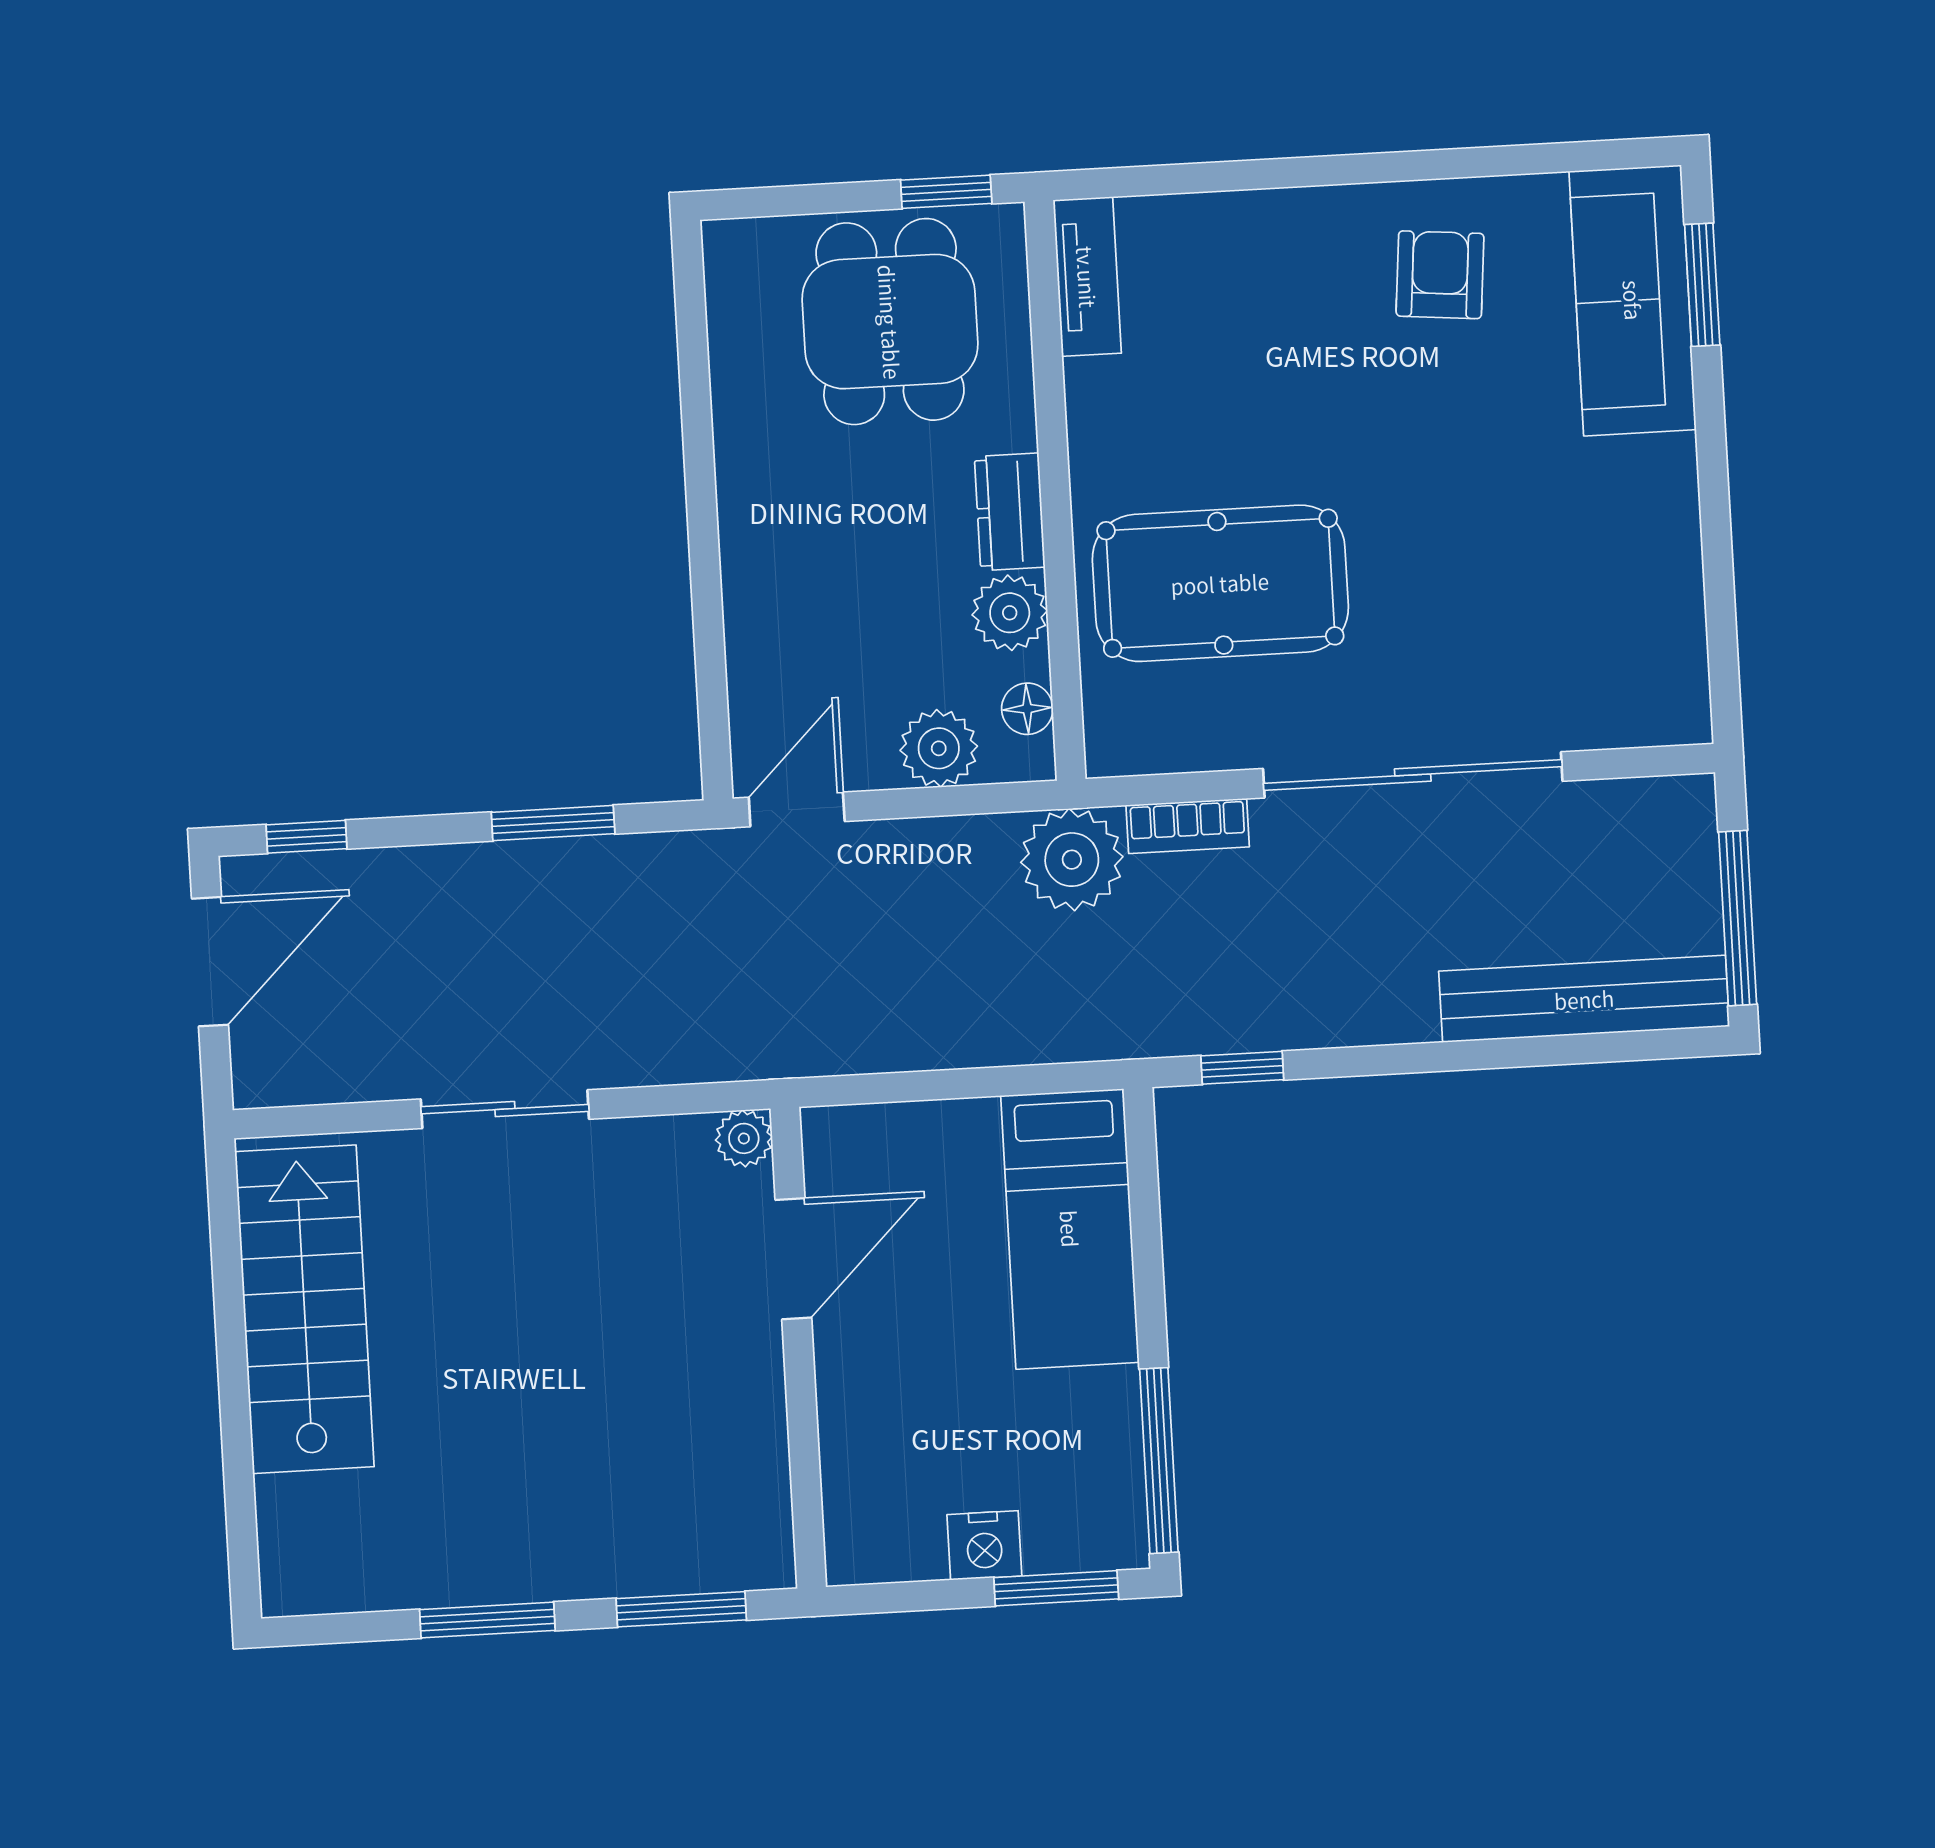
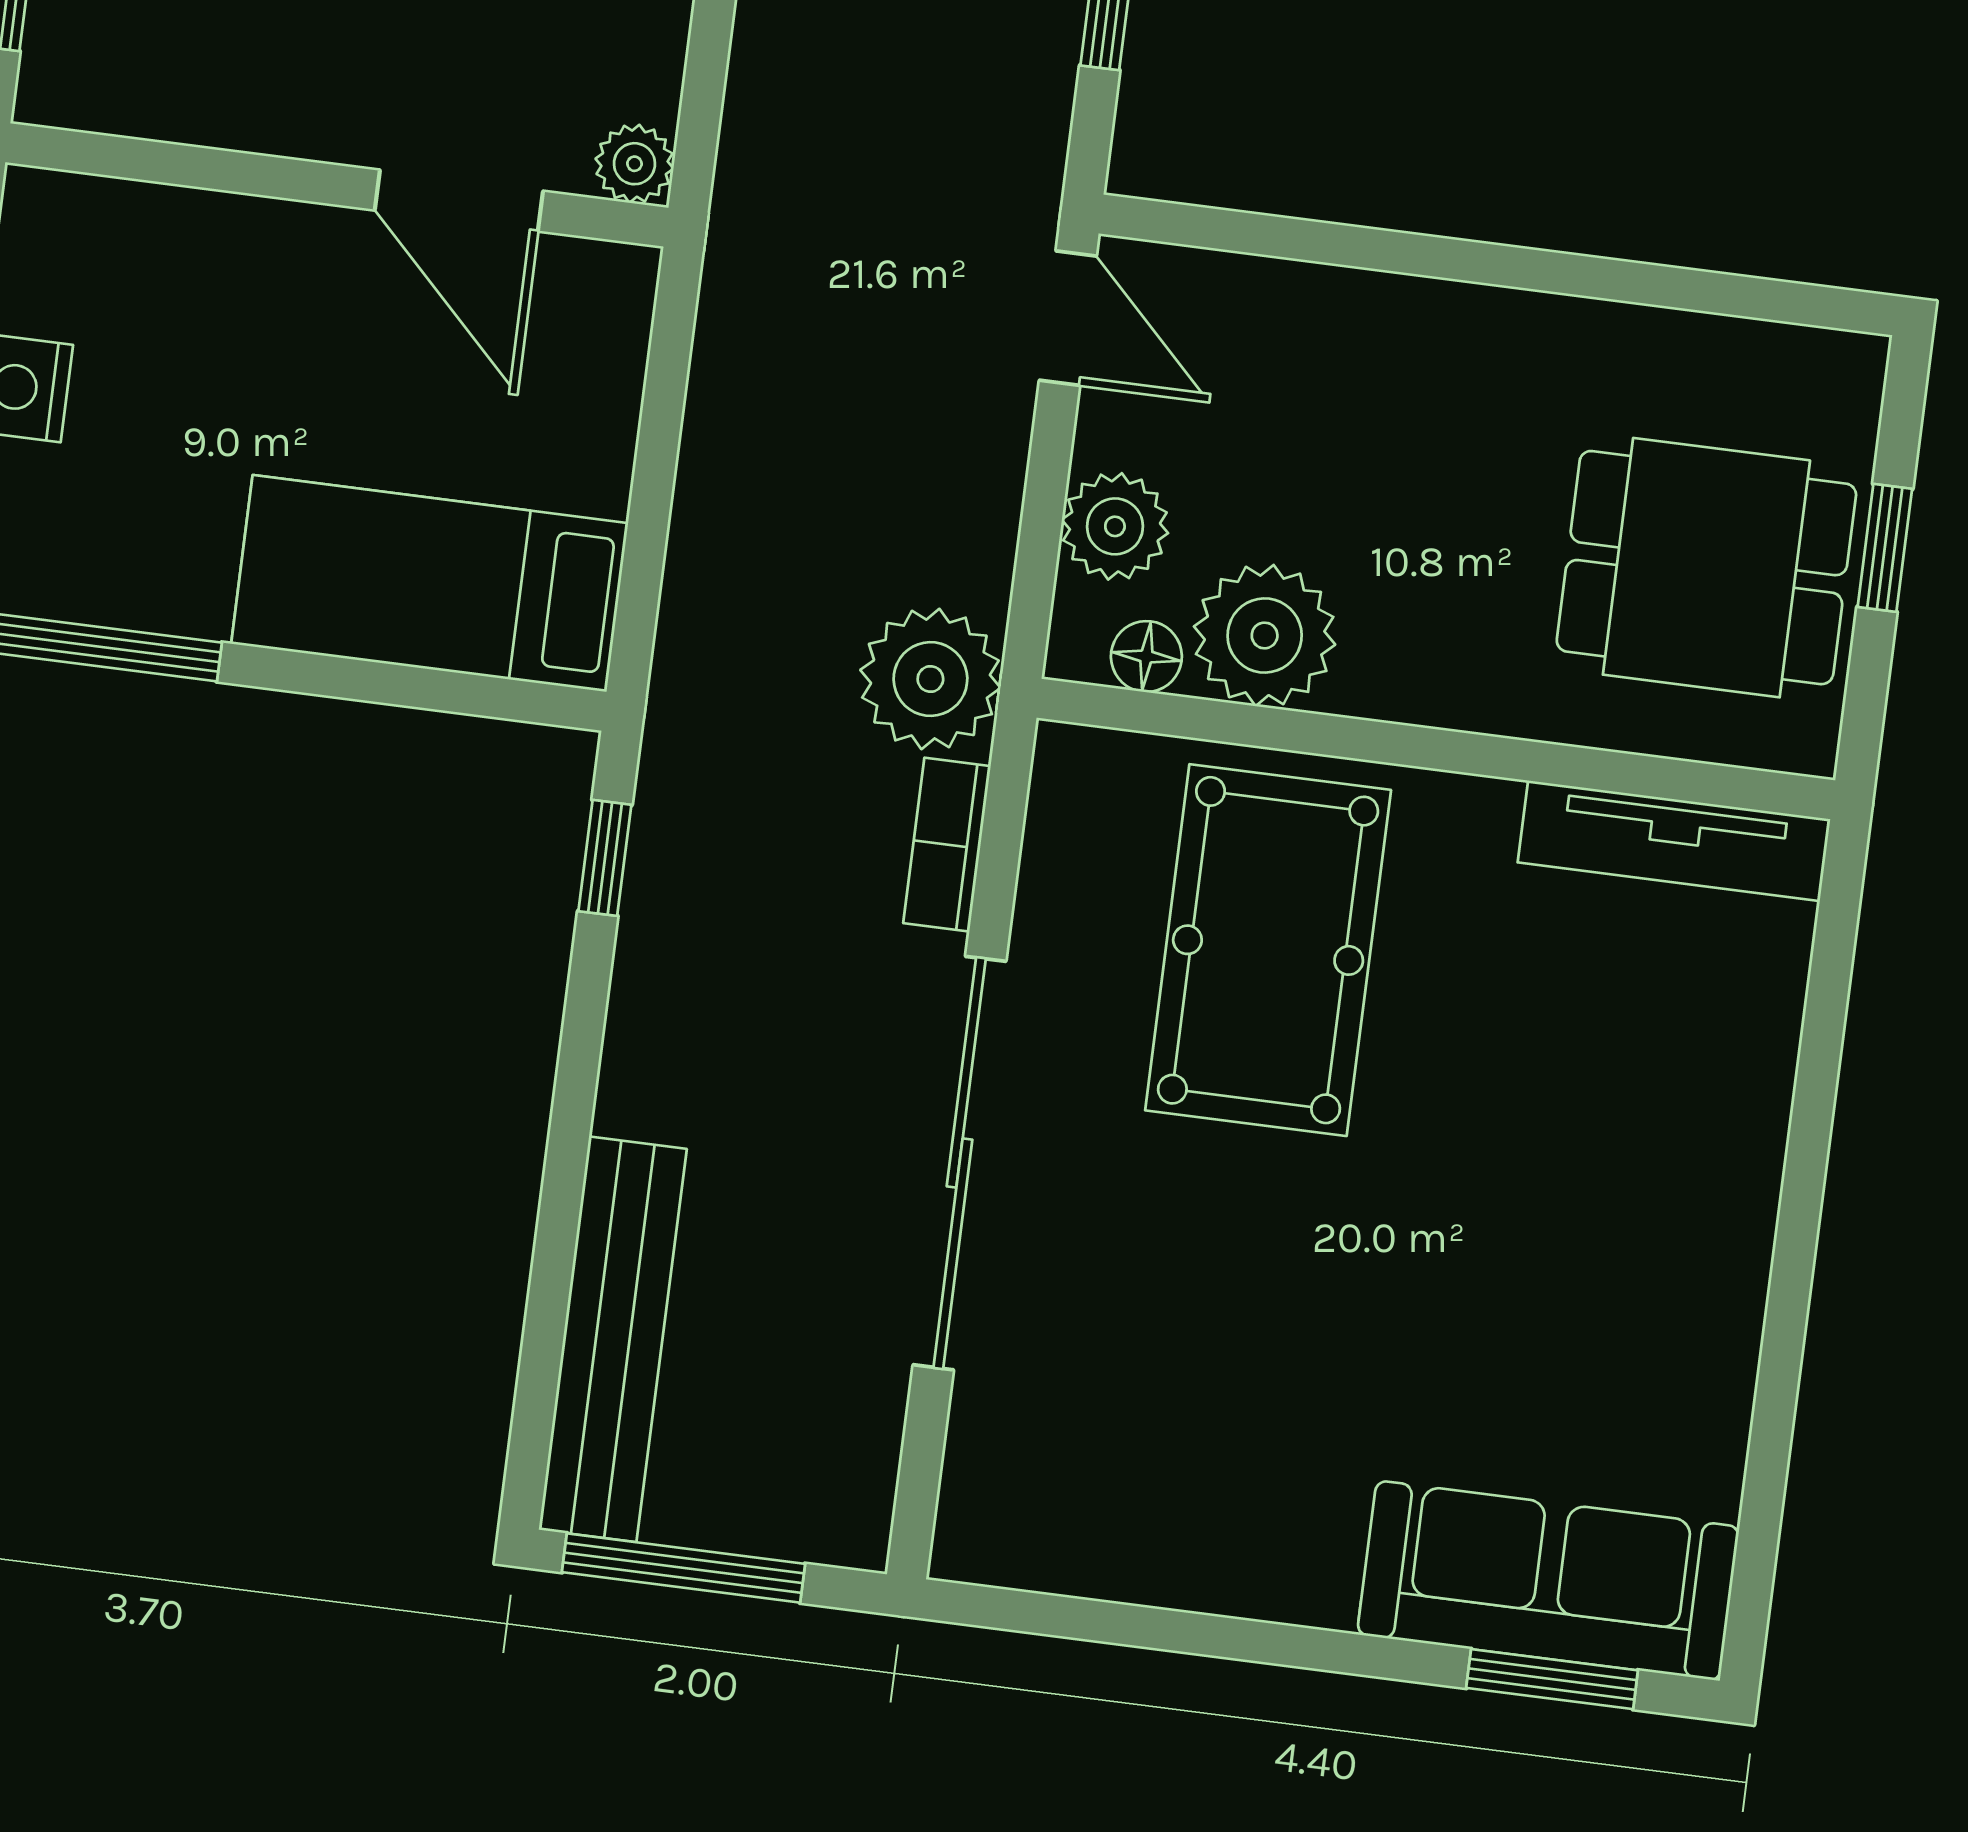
window: (946, 192) -> (1885, 548), moved
armchair: (1440, 275) -> (1632, 1326), removed
tv unit: (1087, 277) -> (1674, 841), width x1.41
dresser: (1010, 512) -> (1418, 682), removed
plant: (1010, 613) -> (1265, 635), width x1.36, depth x1.36

